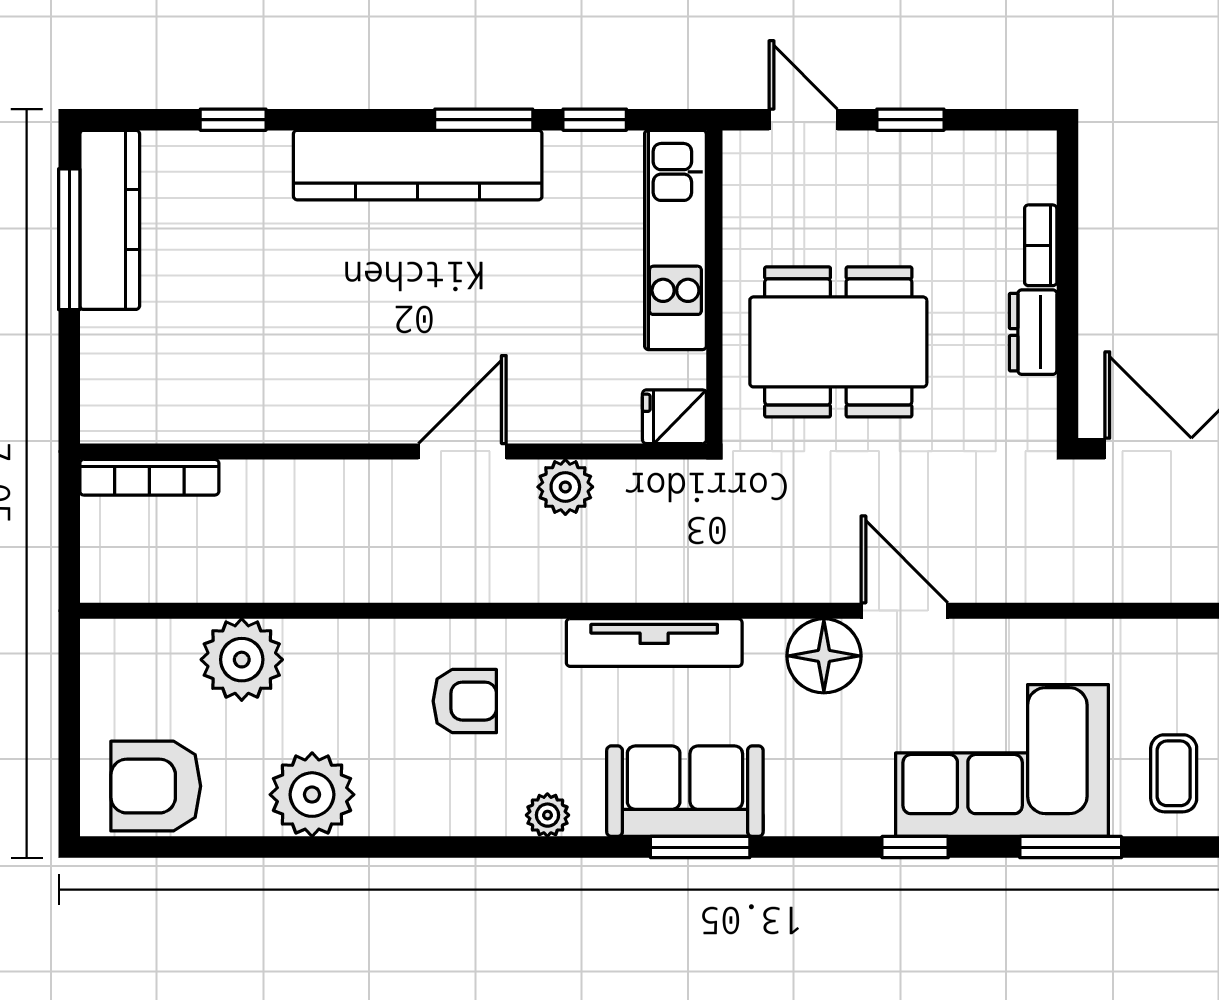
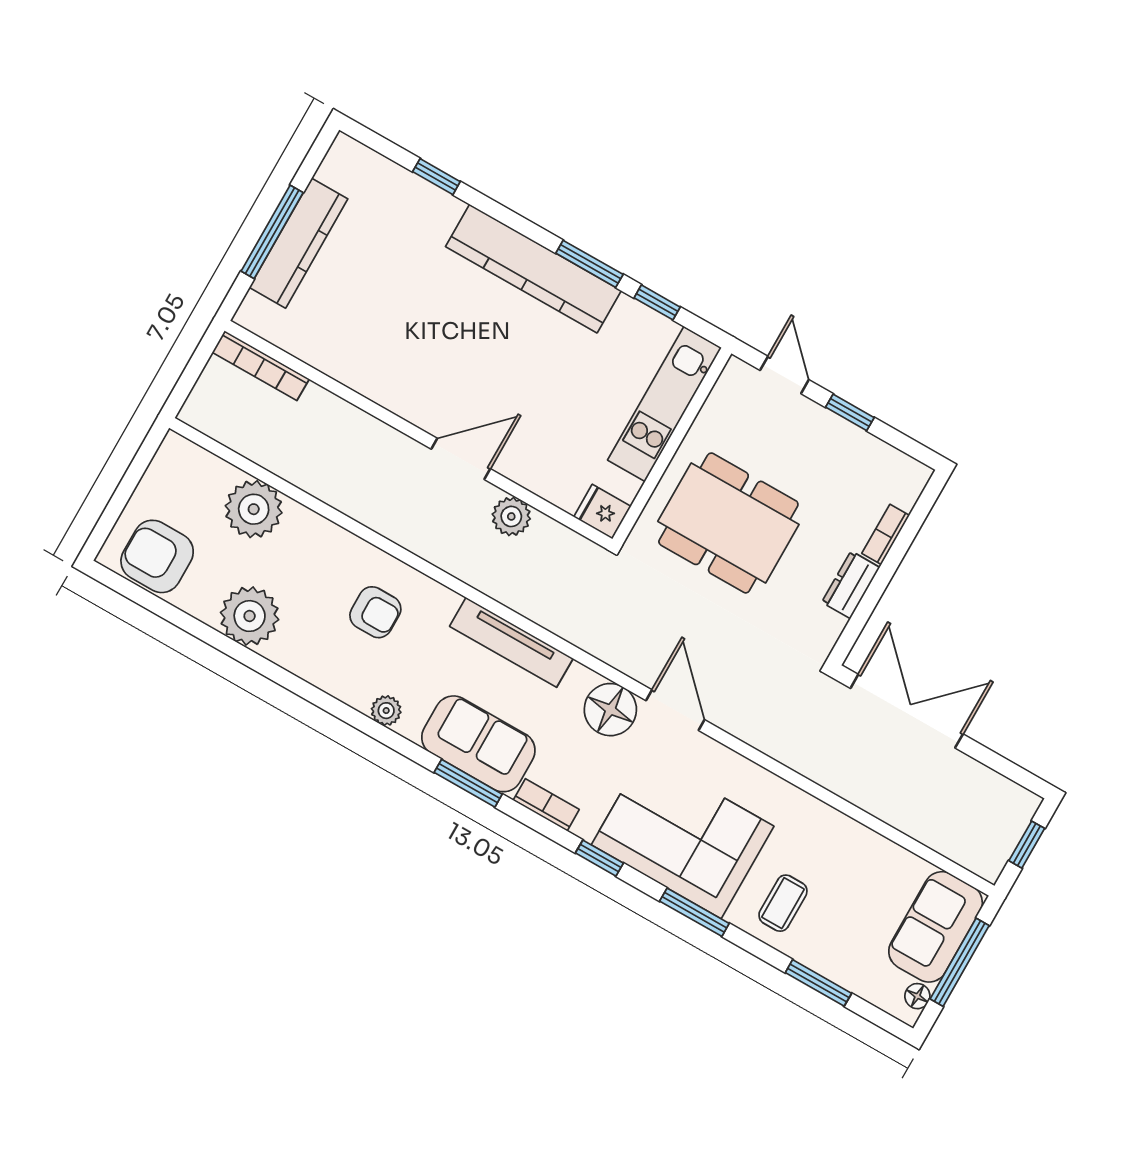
kitchen counter: (110, 220) -> (299, 243), moved
window: (69, 239) -> (272, 232), moved
bookcase: (812, 819) -> (546, 805), added

